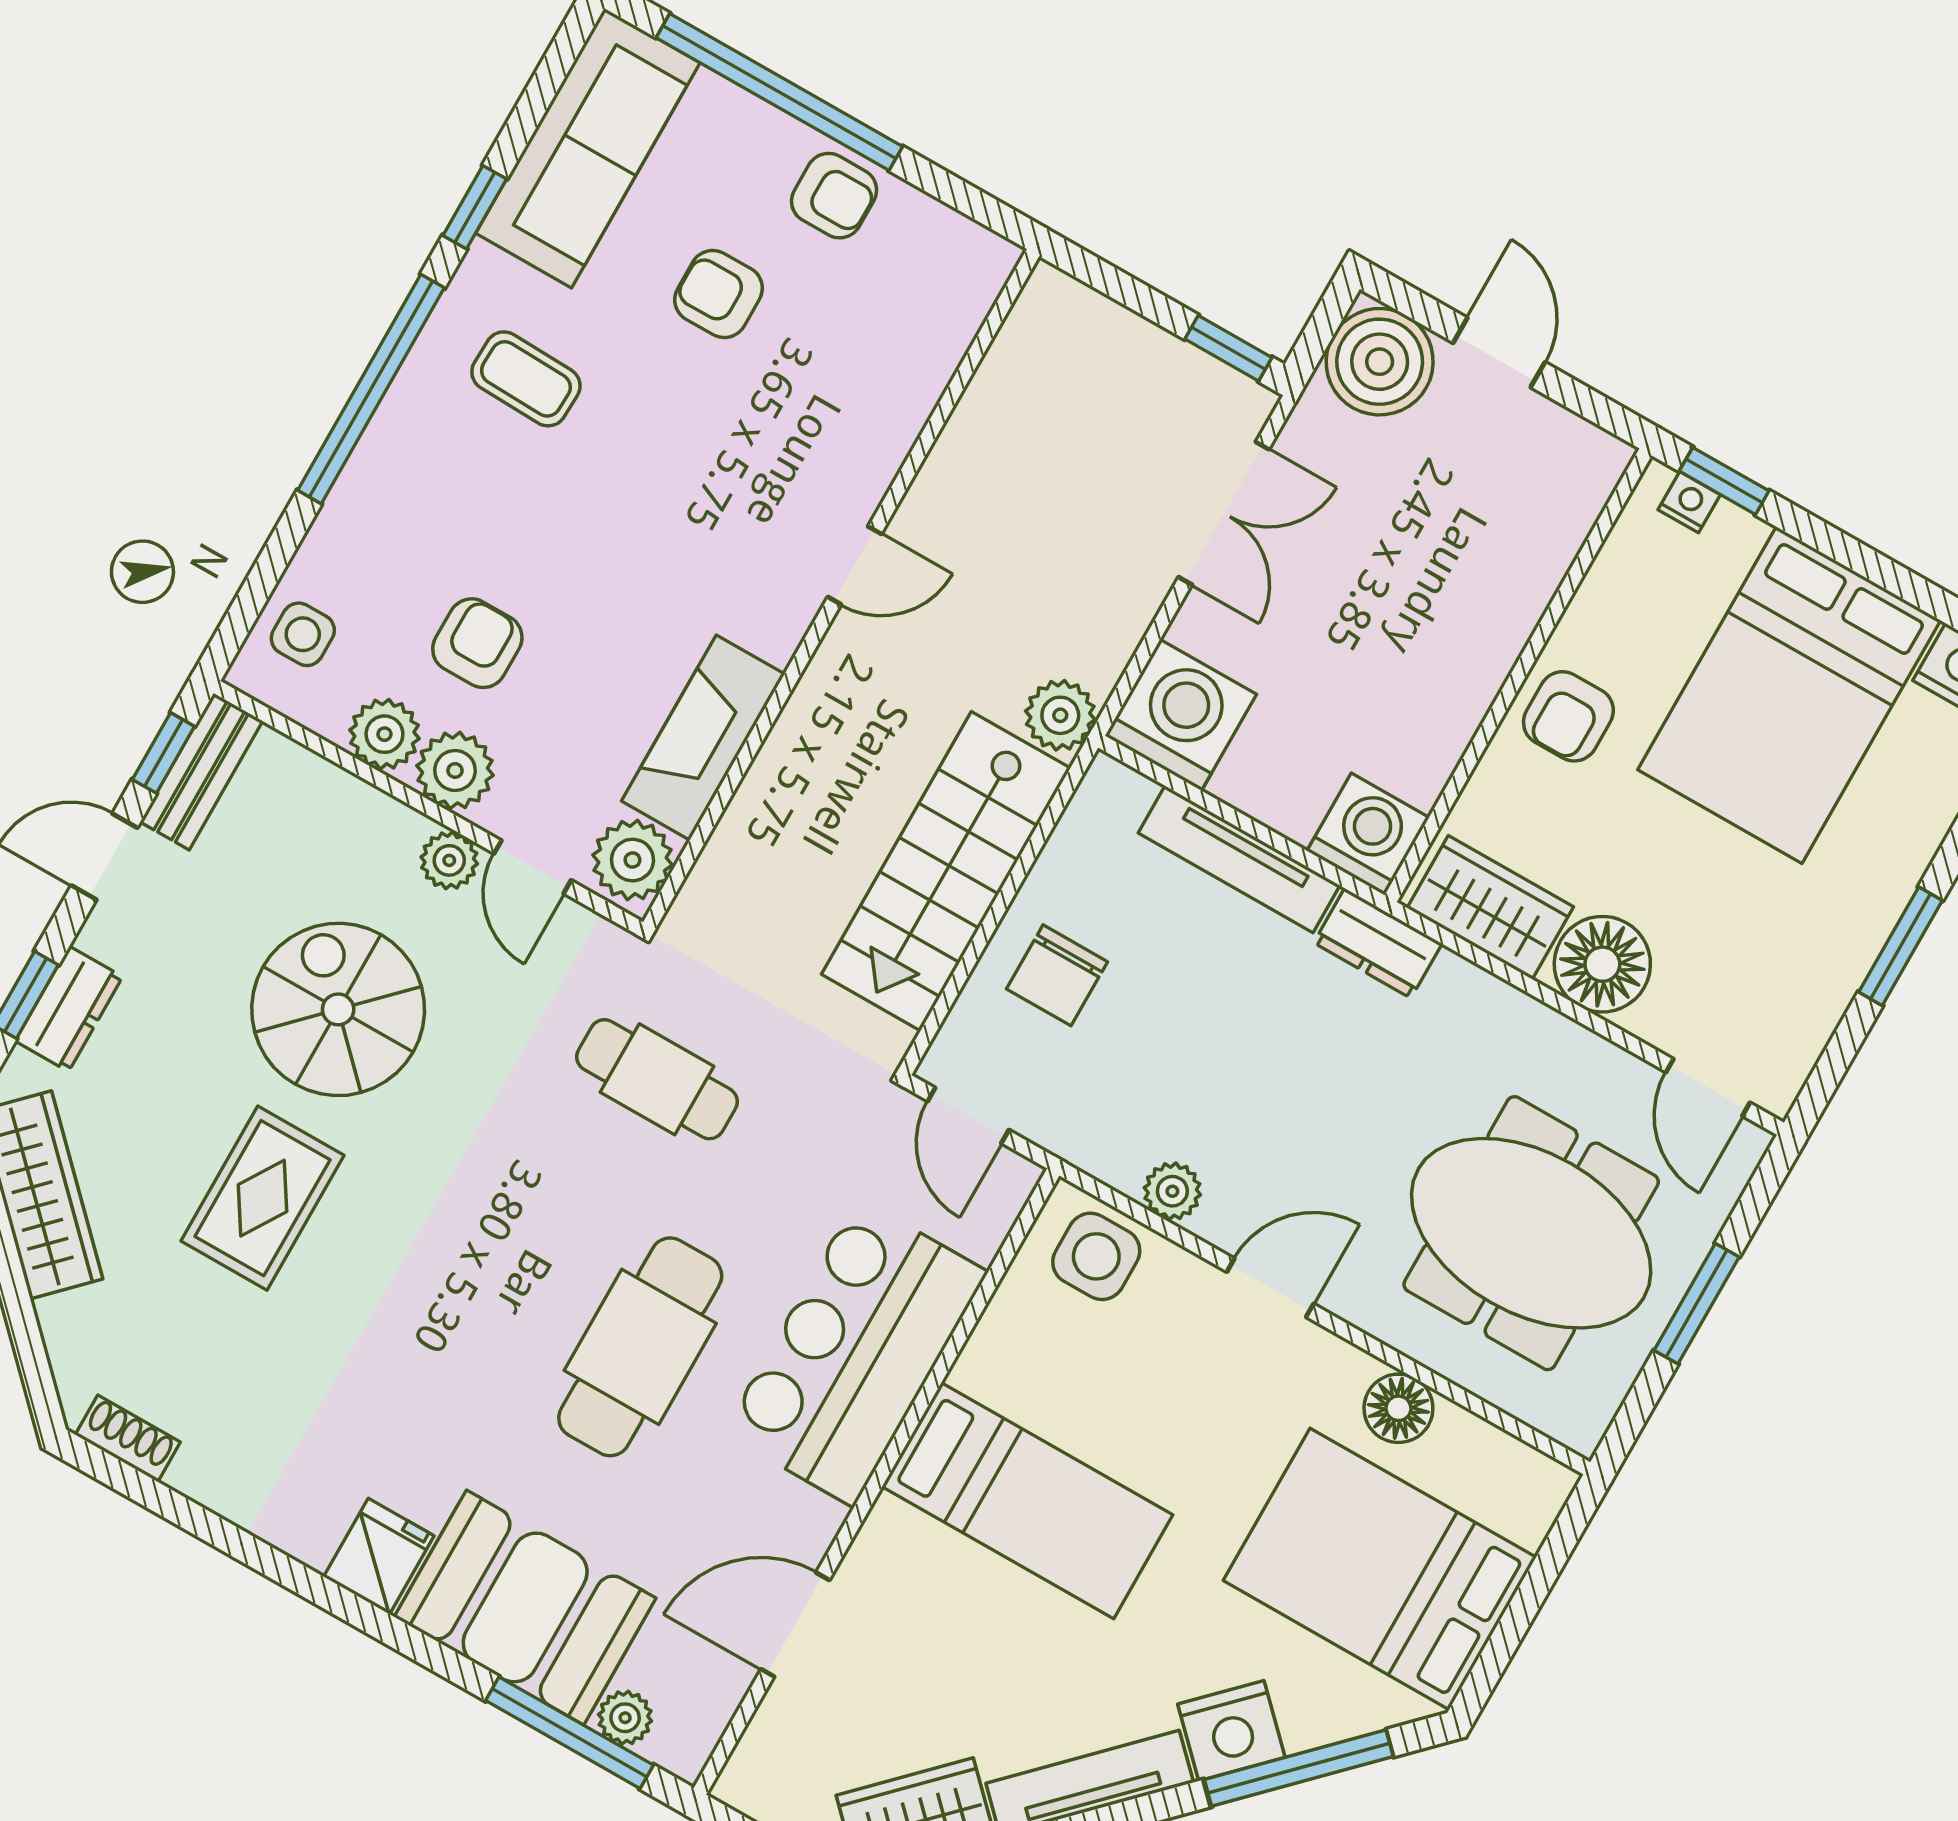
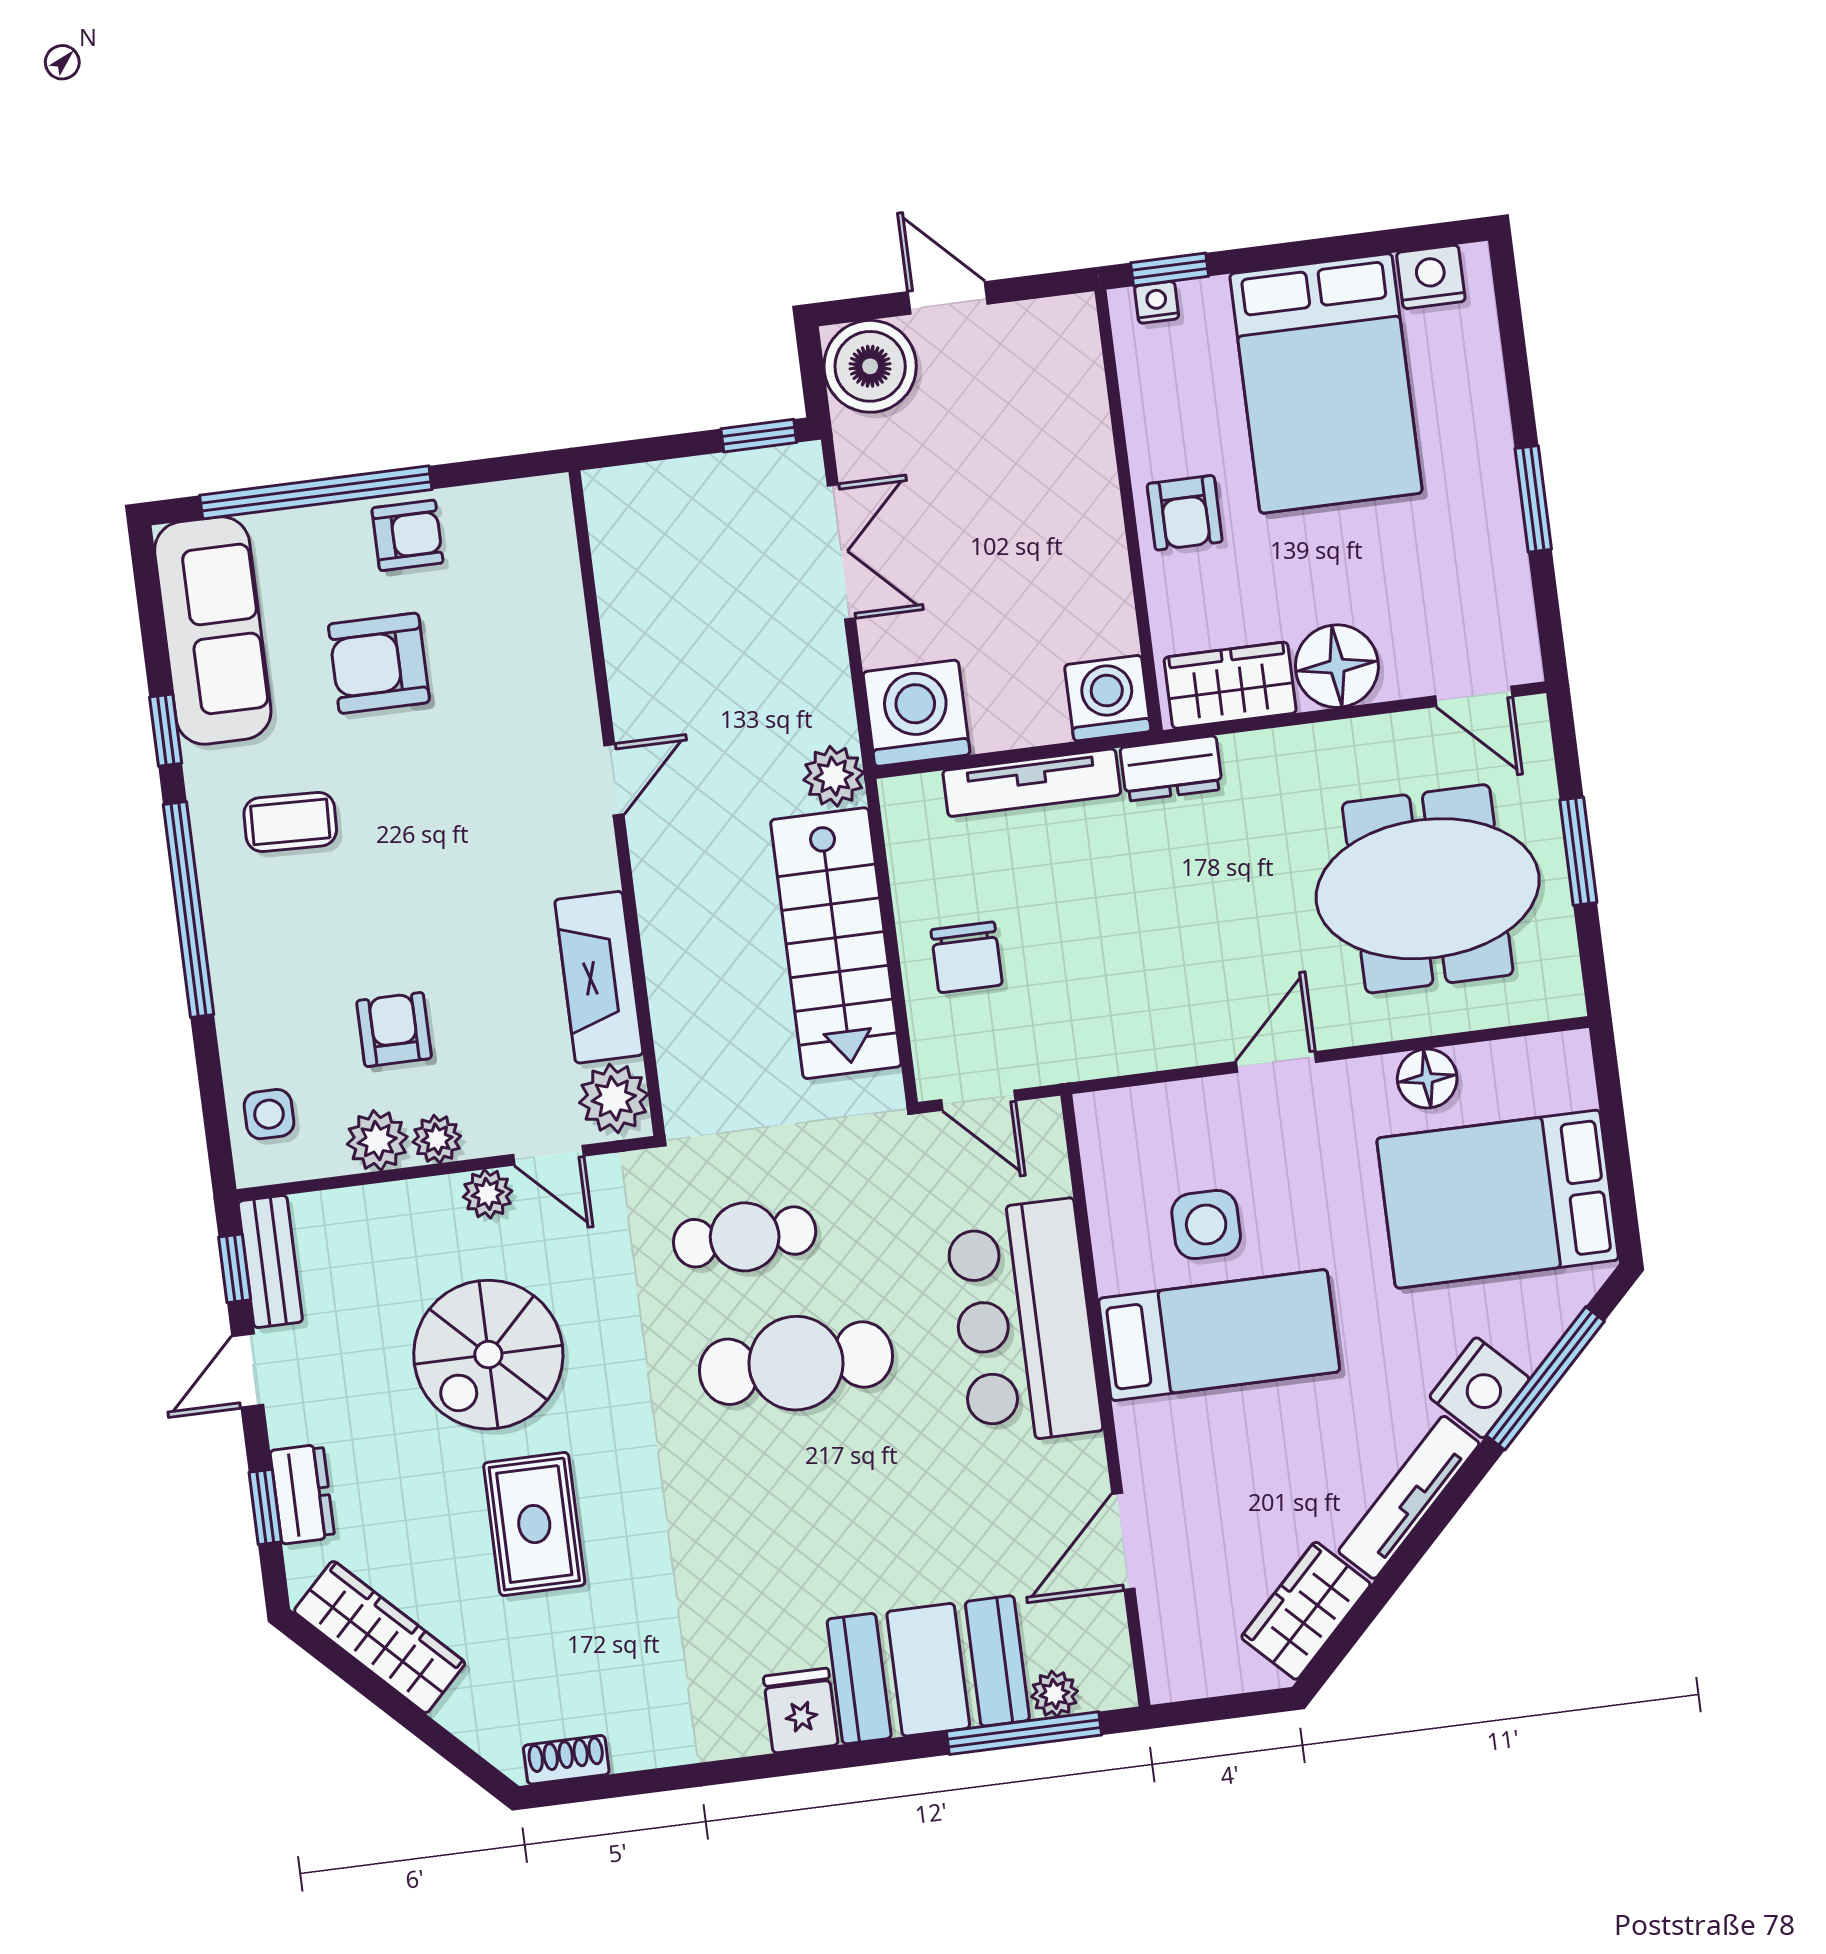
armchair: (719, 294) -> (379, 663), width x1.38, depth x1.38
plant: (455, 770) -> (437, 1139), width x0.73, depth x0.73
spiral stairs: (338, 1009) -> (488, 1355), turned -90
plant: (1172, 1191) -> (1158, 1046), removed
side table: (1096, 1256) -> (1206, 1224), moved
cafe table: (640, 1347) -> (796, 1363), moved, turned 90

